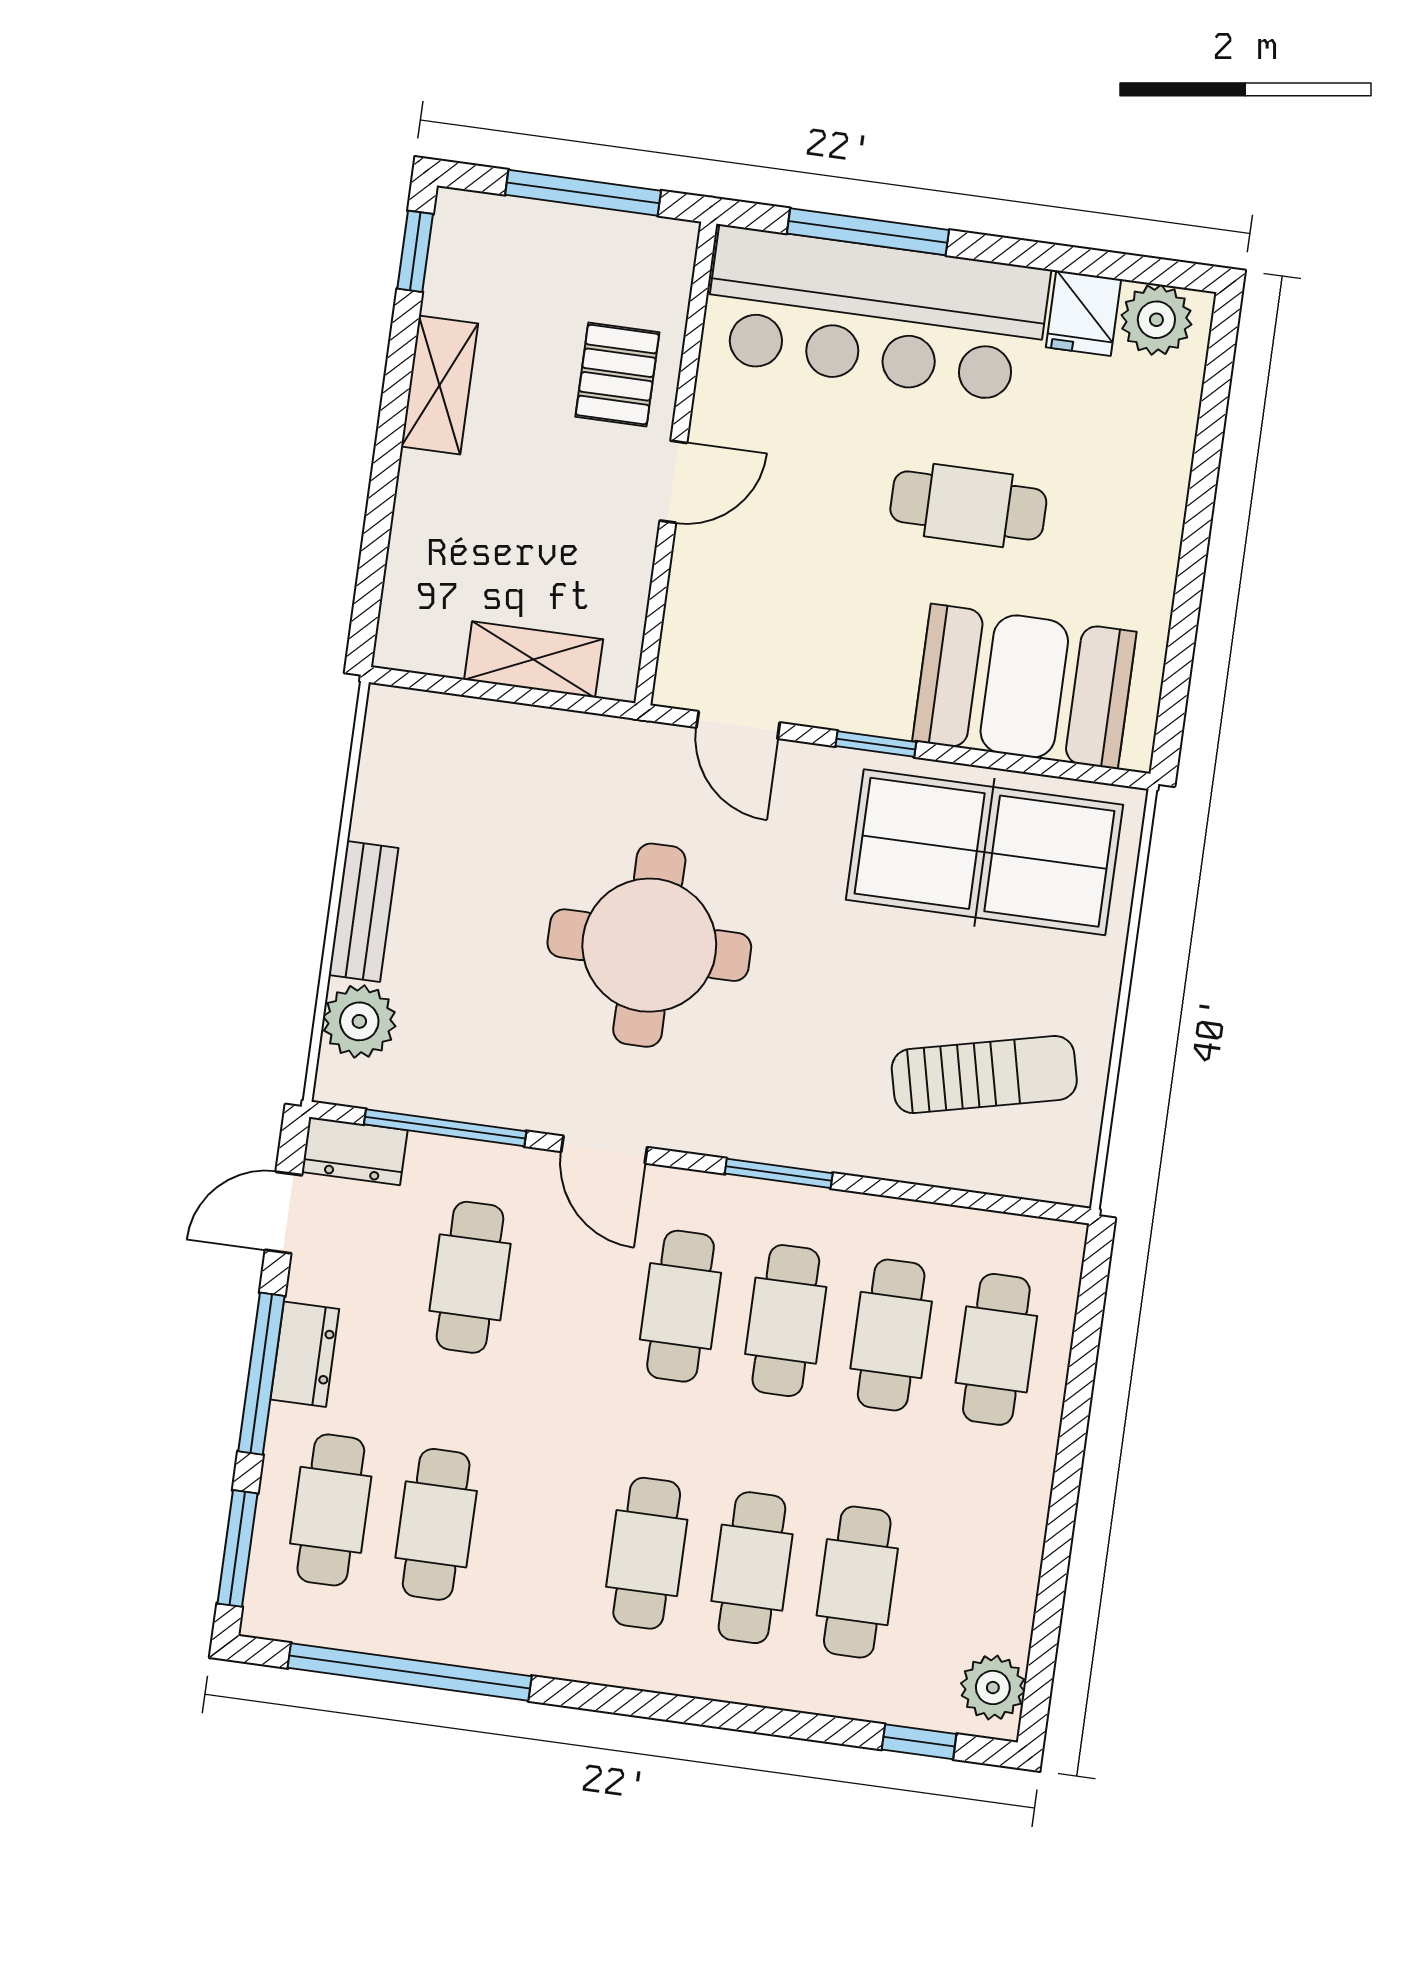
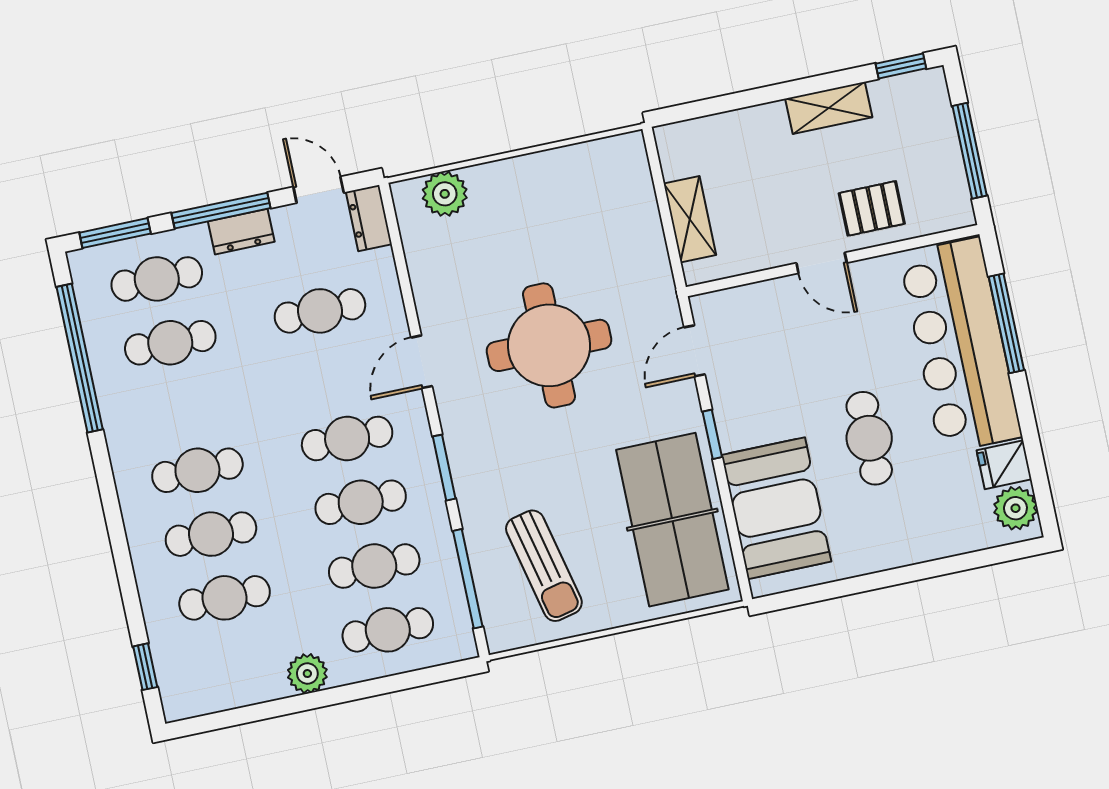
bench: (363, 911) -> (509, 173), removed
window: (445, 1128) -> (468, 579), moved
plant: (993, 1688) -> (307, 674), moved

